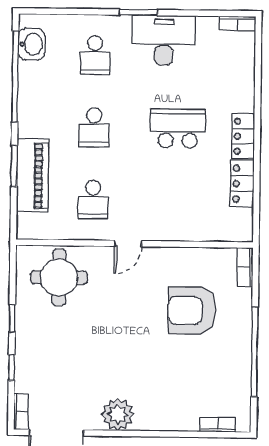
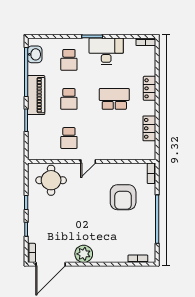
locker: (243, 136) -> (150, 88), moved
piano: (32, 176) -> (36, 95), moved
armchair: (192, 311) -> (123, 197), turned -90

